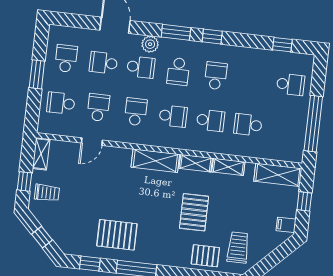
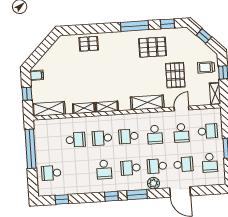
school desk: (178, 71) -> (131, 168), turned -90
shelving: (155, 161) -> (147, 102), moved
pallet: (194, 212) -> (175, 75), moved
trolley: (238, 248) -> (67, 54), removed

